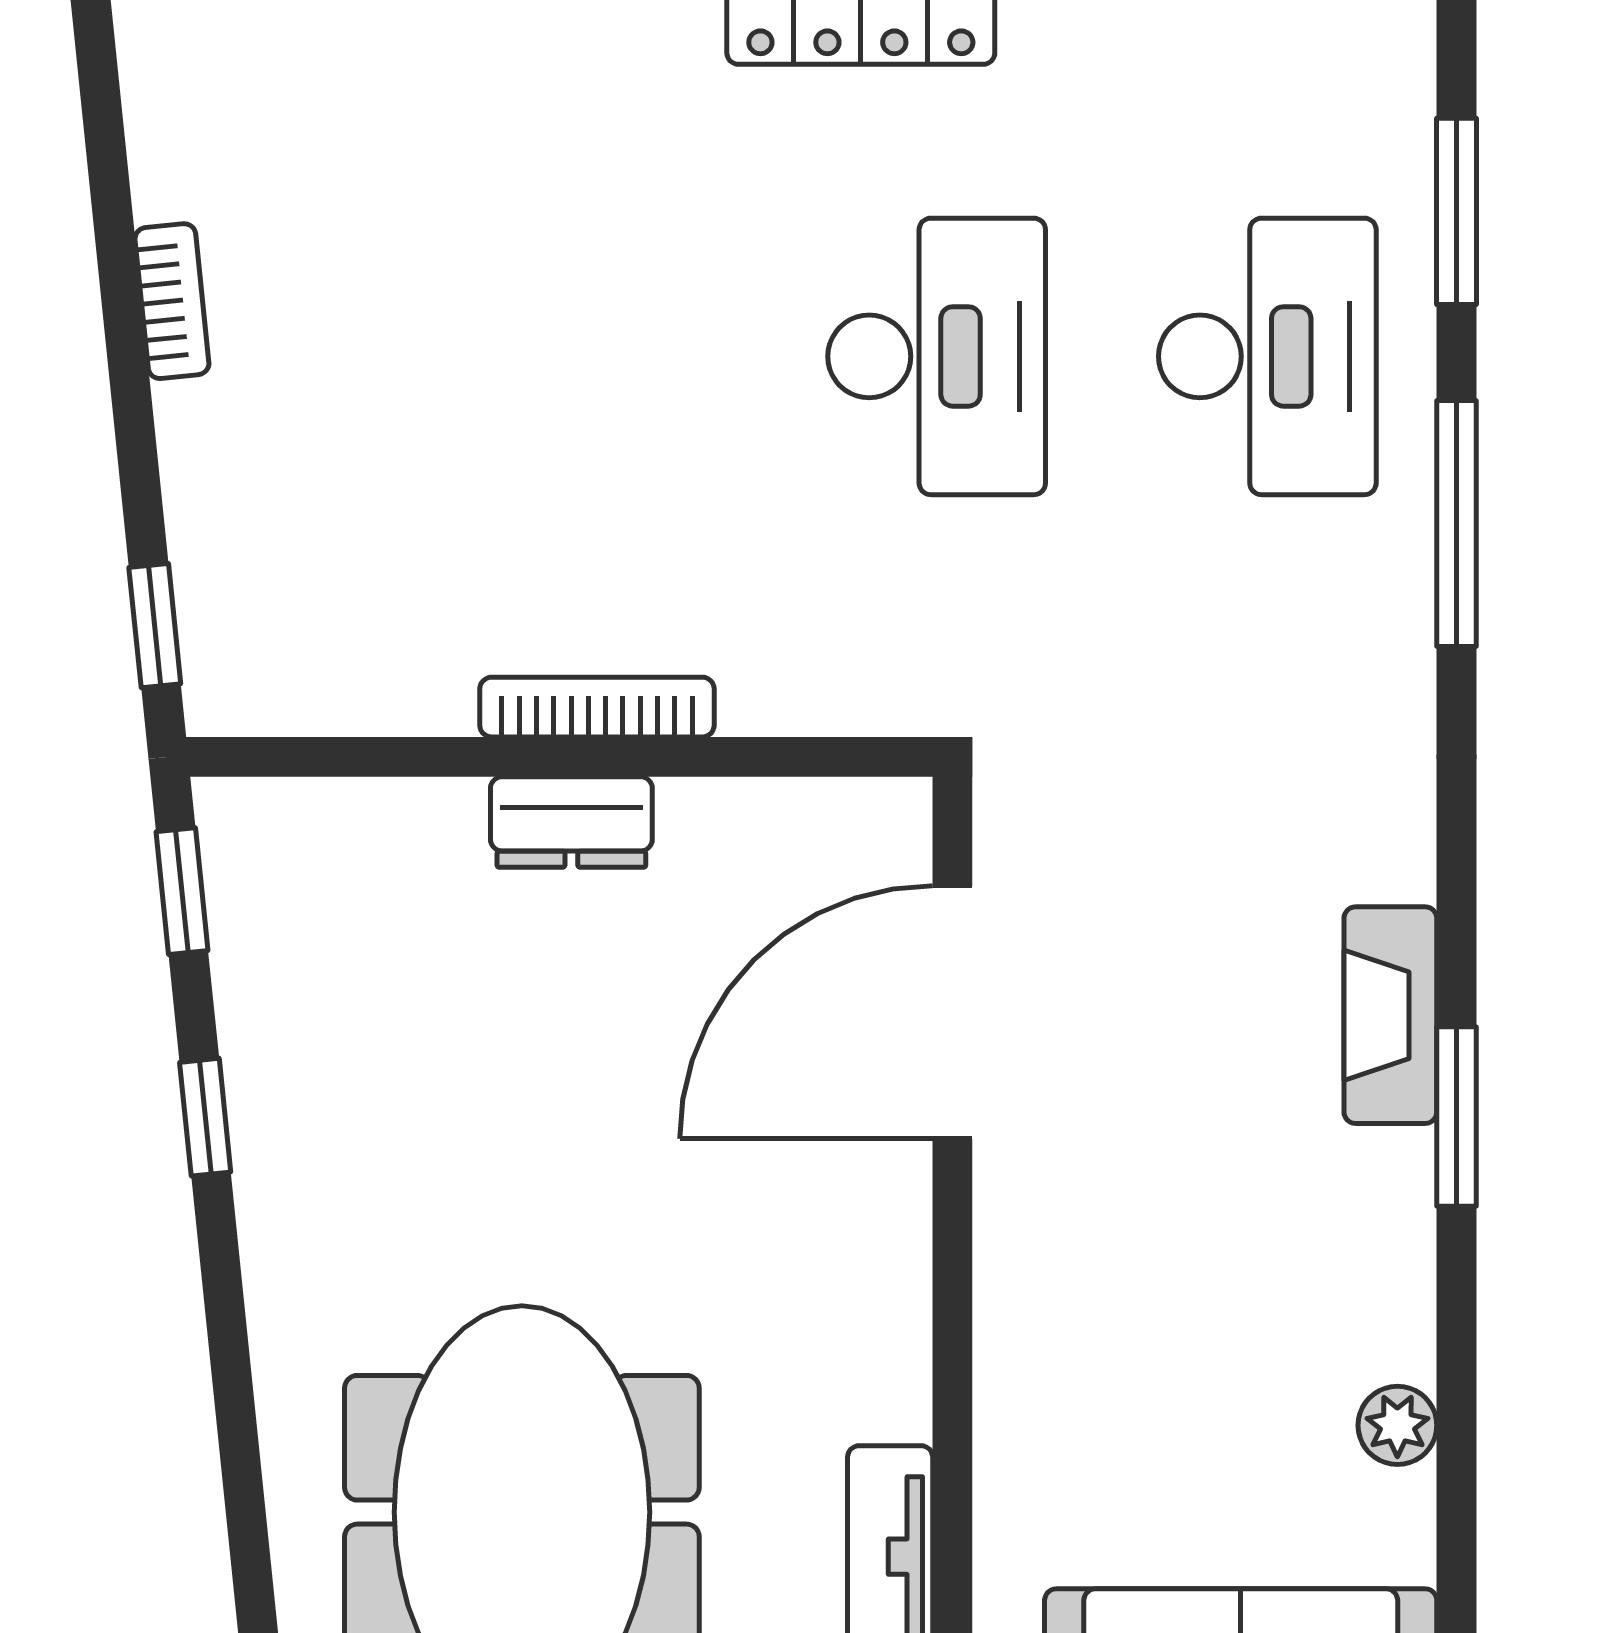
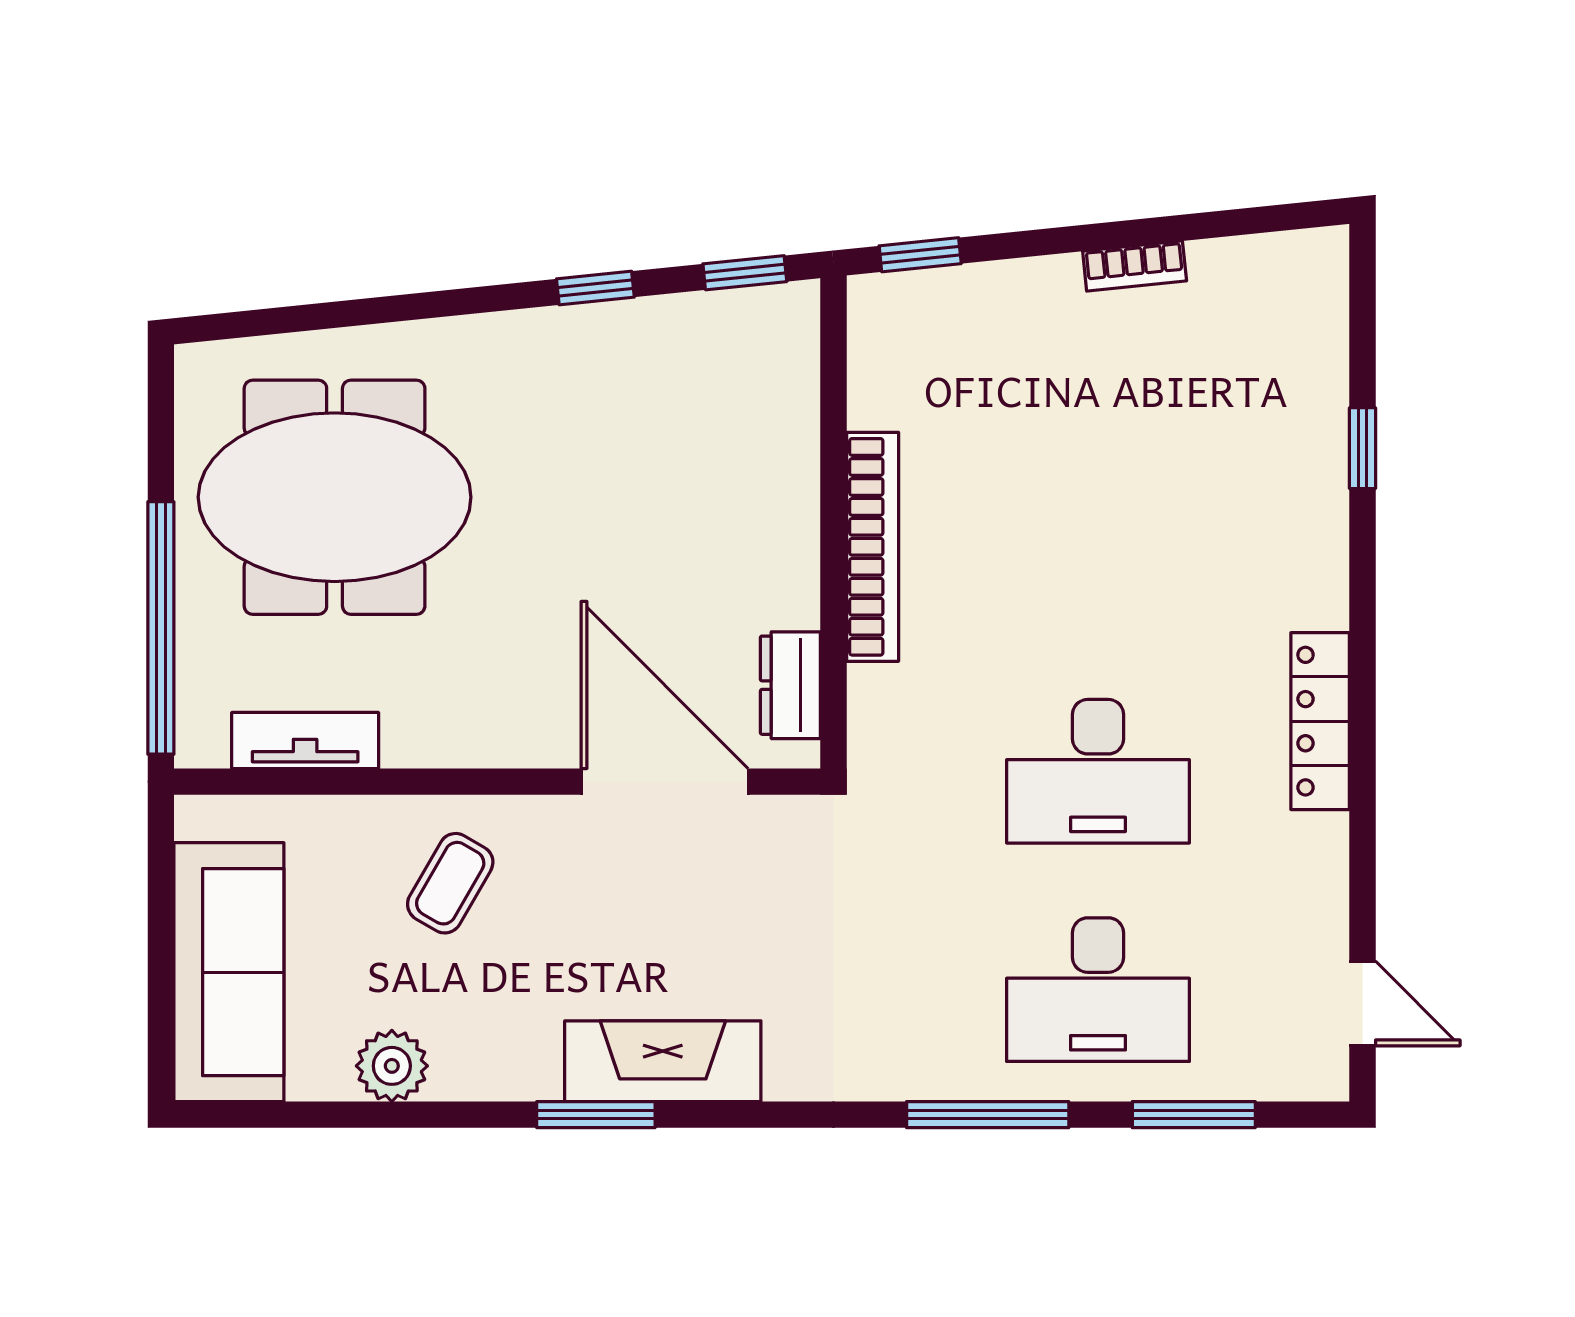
bookcase: (597, 707) -> (873, 547), width x1.48, depth x1.31
dresser: (571, 822) -> (790, 685), moved
fireplace: (1390, 1015) -> (663, 1061), width x1.37, depth x1.32
coffee table: (1106, 1337) -> (450, 883), added
plant: (1397, 1425) -> (392, 1066), width x1.38, depth x1.38

